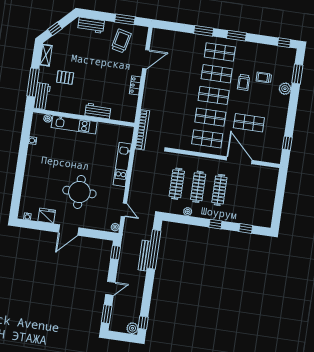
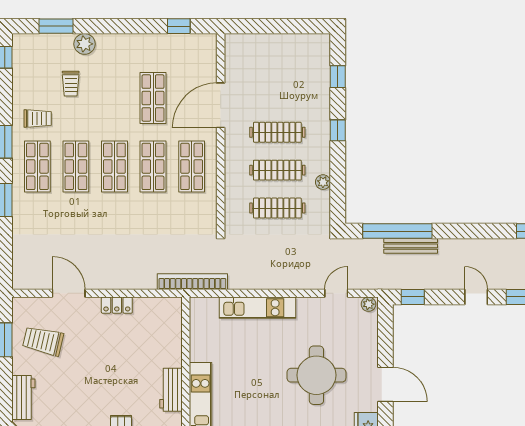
trolley: (244, 82) -> (38, 119), moved
workbench: (98, 111) -> (171, 390), moved

